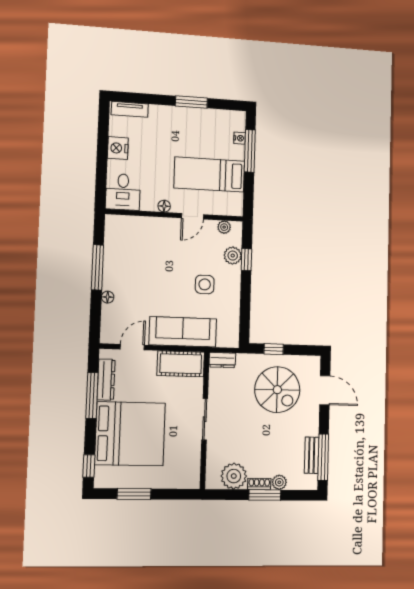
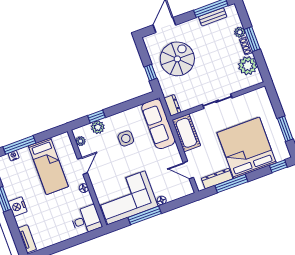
nightstand: (118, 148) -> (18, 207), moved, turned 90
door: (192, 216) -> (82, 166), hinge flipped
corner sofa: (130, 254) -> (126, 198), added
sofa: (183, 332) -> (158, 124), moved

